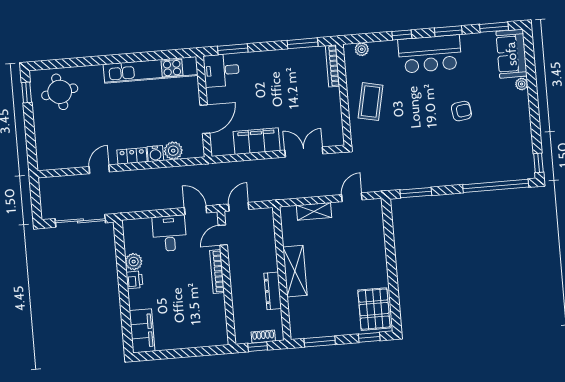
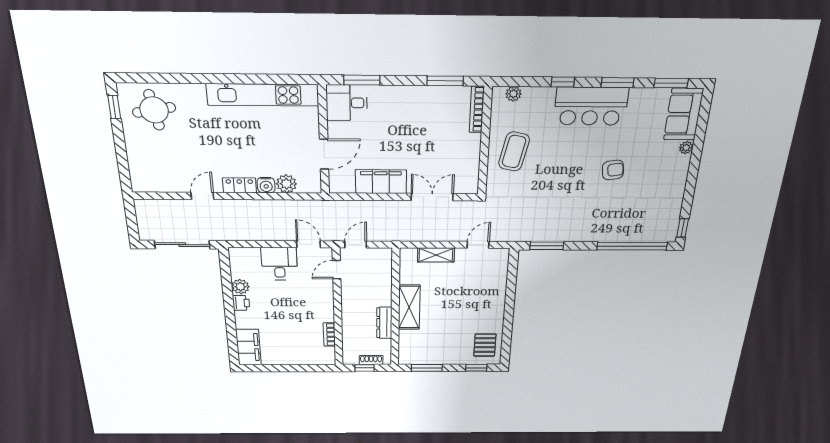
bookcase: (217, 271) -> (329, 335), moved, width x0.64
pallet: (374, 309) -> (485, 345), width x0.67, depth x0.71

